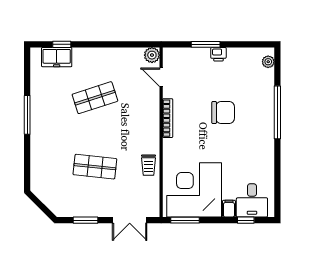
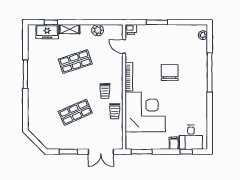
shelving: (87, 54) -> (69, 29), added
printer: (218, 54) -> (131, 30), moved
plant: (152, 55) -> (98, 30), moved
chair: (223, 113) -> (170, 73), turned -90
trolley: (135, 138) -> (105, 91), added
shop shelf: (95, 167) -> (75, 112), turned -30
corner desk: (194, 190) -> (145, 112), moved, turned 90

